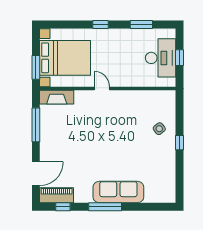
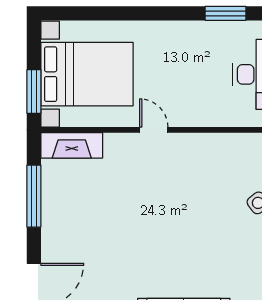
window: (101, 24) -> (151, 13), removed

